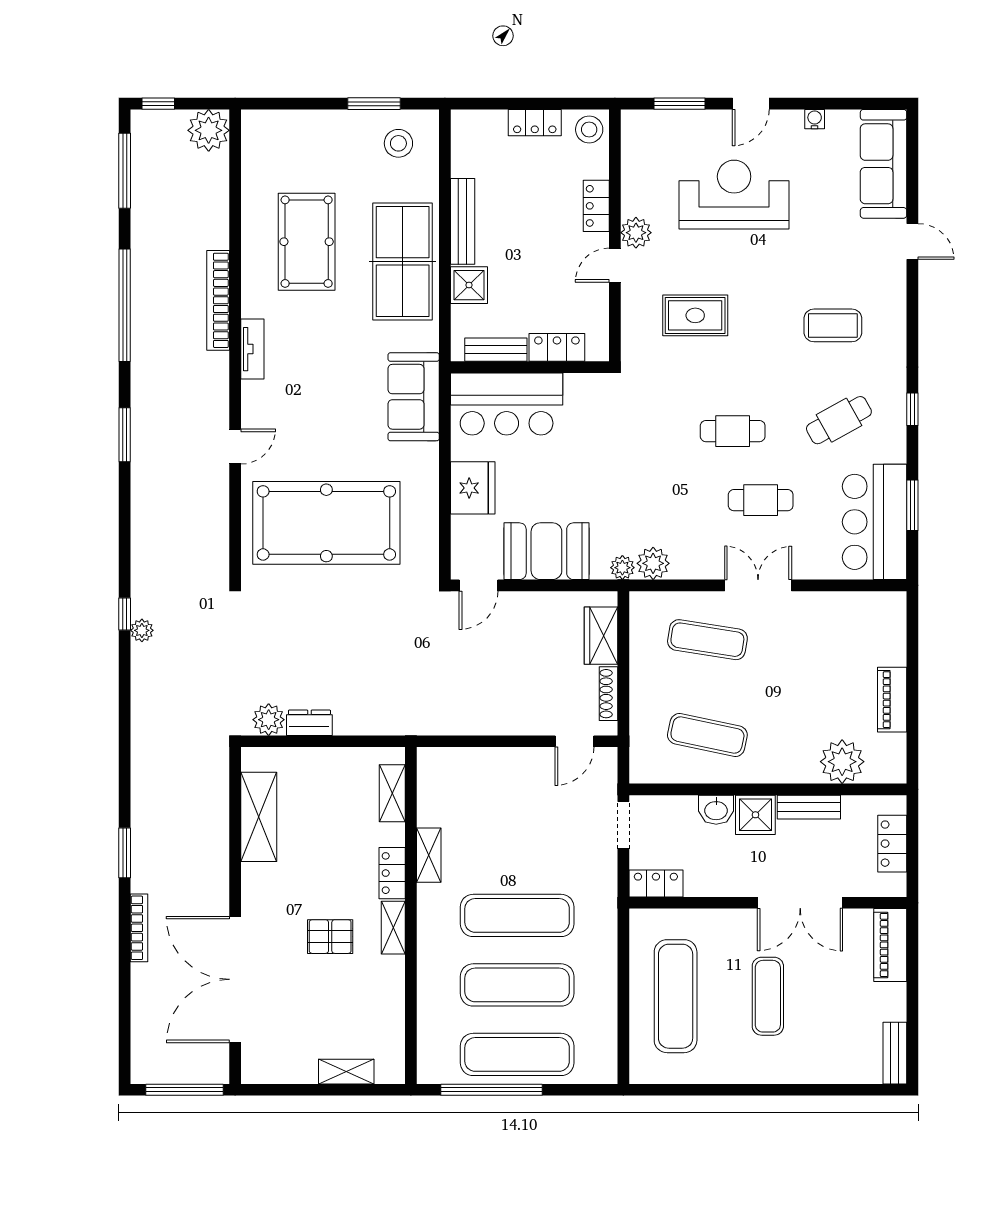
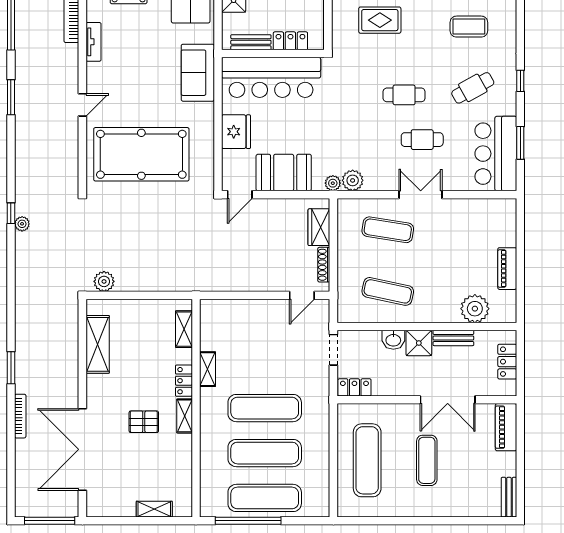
bar counter: (507, 404) -> (271, 77), width x1.36
dresser: (309, 723) -> (130, 283), removed

